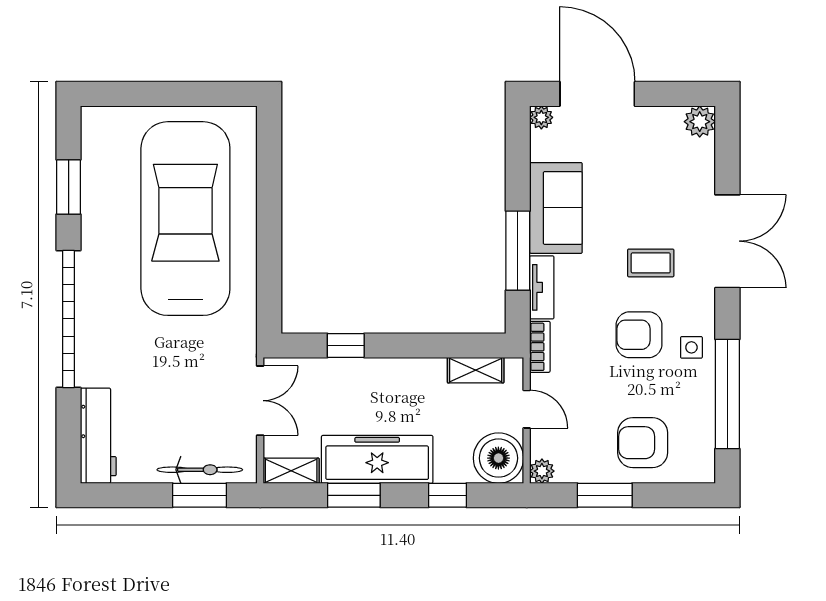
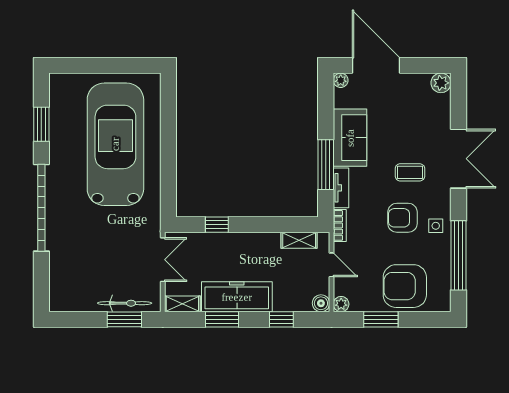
workbench: (98, 436) -> (60, 282), removed
armchair: (643, 443) -> (405, 286), width x1.36, depth x1.36
boiler: (498, 458) -> (321, 303), width x0.54, depth x0.54

